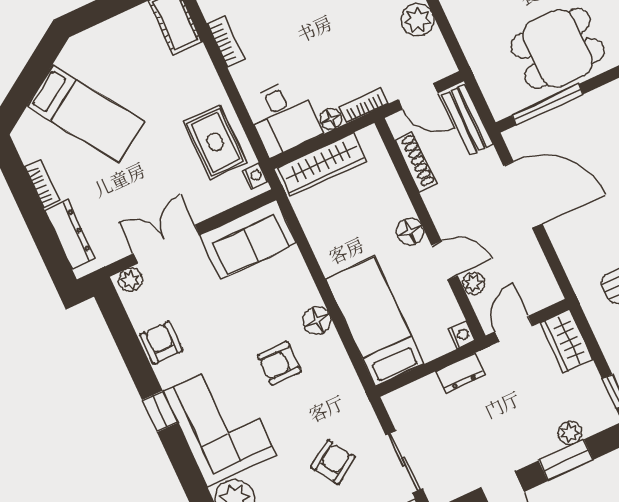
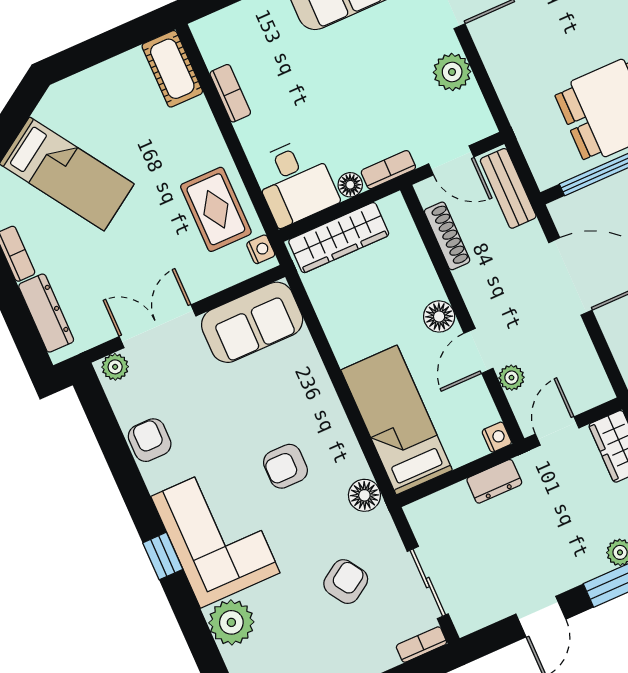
door: (444, 261) -> (478, 351), swing flipped
floor lamp: (317, 320) -> (364, 495), moved
window: (160, 411) -> (163, 556), moved

